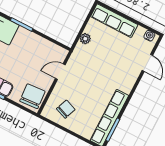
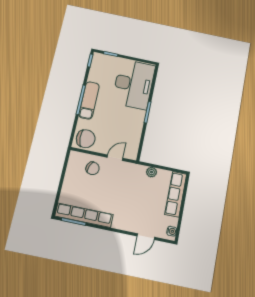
door: (60, 72) -> (115, 158), hinge flipped
chair: (66, 109) -> (93, 168), moved

